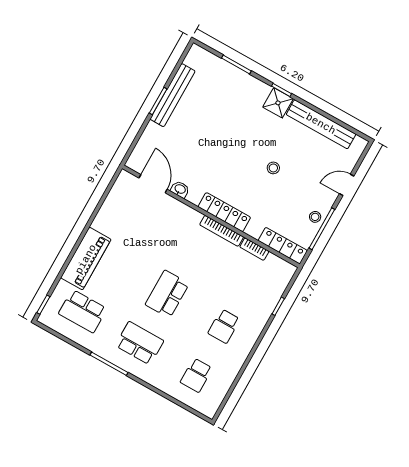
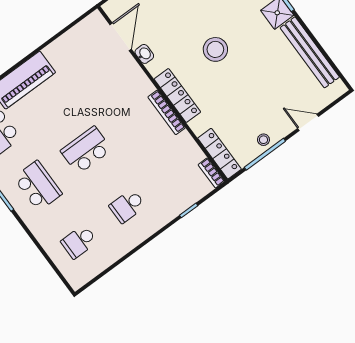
stool: (273, 168) -> (215, 49), moved, width x1.89, depth x1.89
bookcase: (254, 249) -> (211, 173), moved

